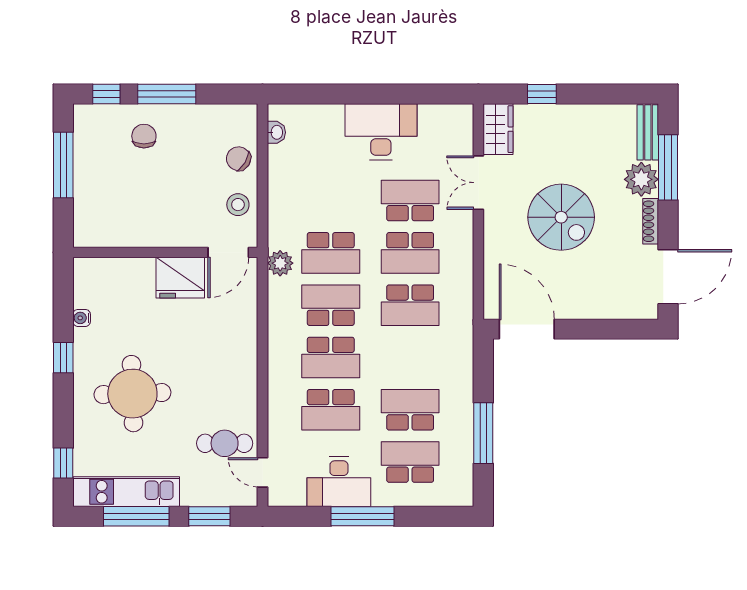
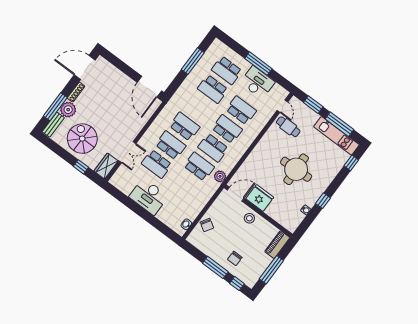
stool: (238, 205) -> (249, 218), moved
spiral stairs: (561, 217) -> (82, 139), moved
piano: (86, 218) -> (277, 245), added
round table: (132, 394) -> (296, 169), moved

